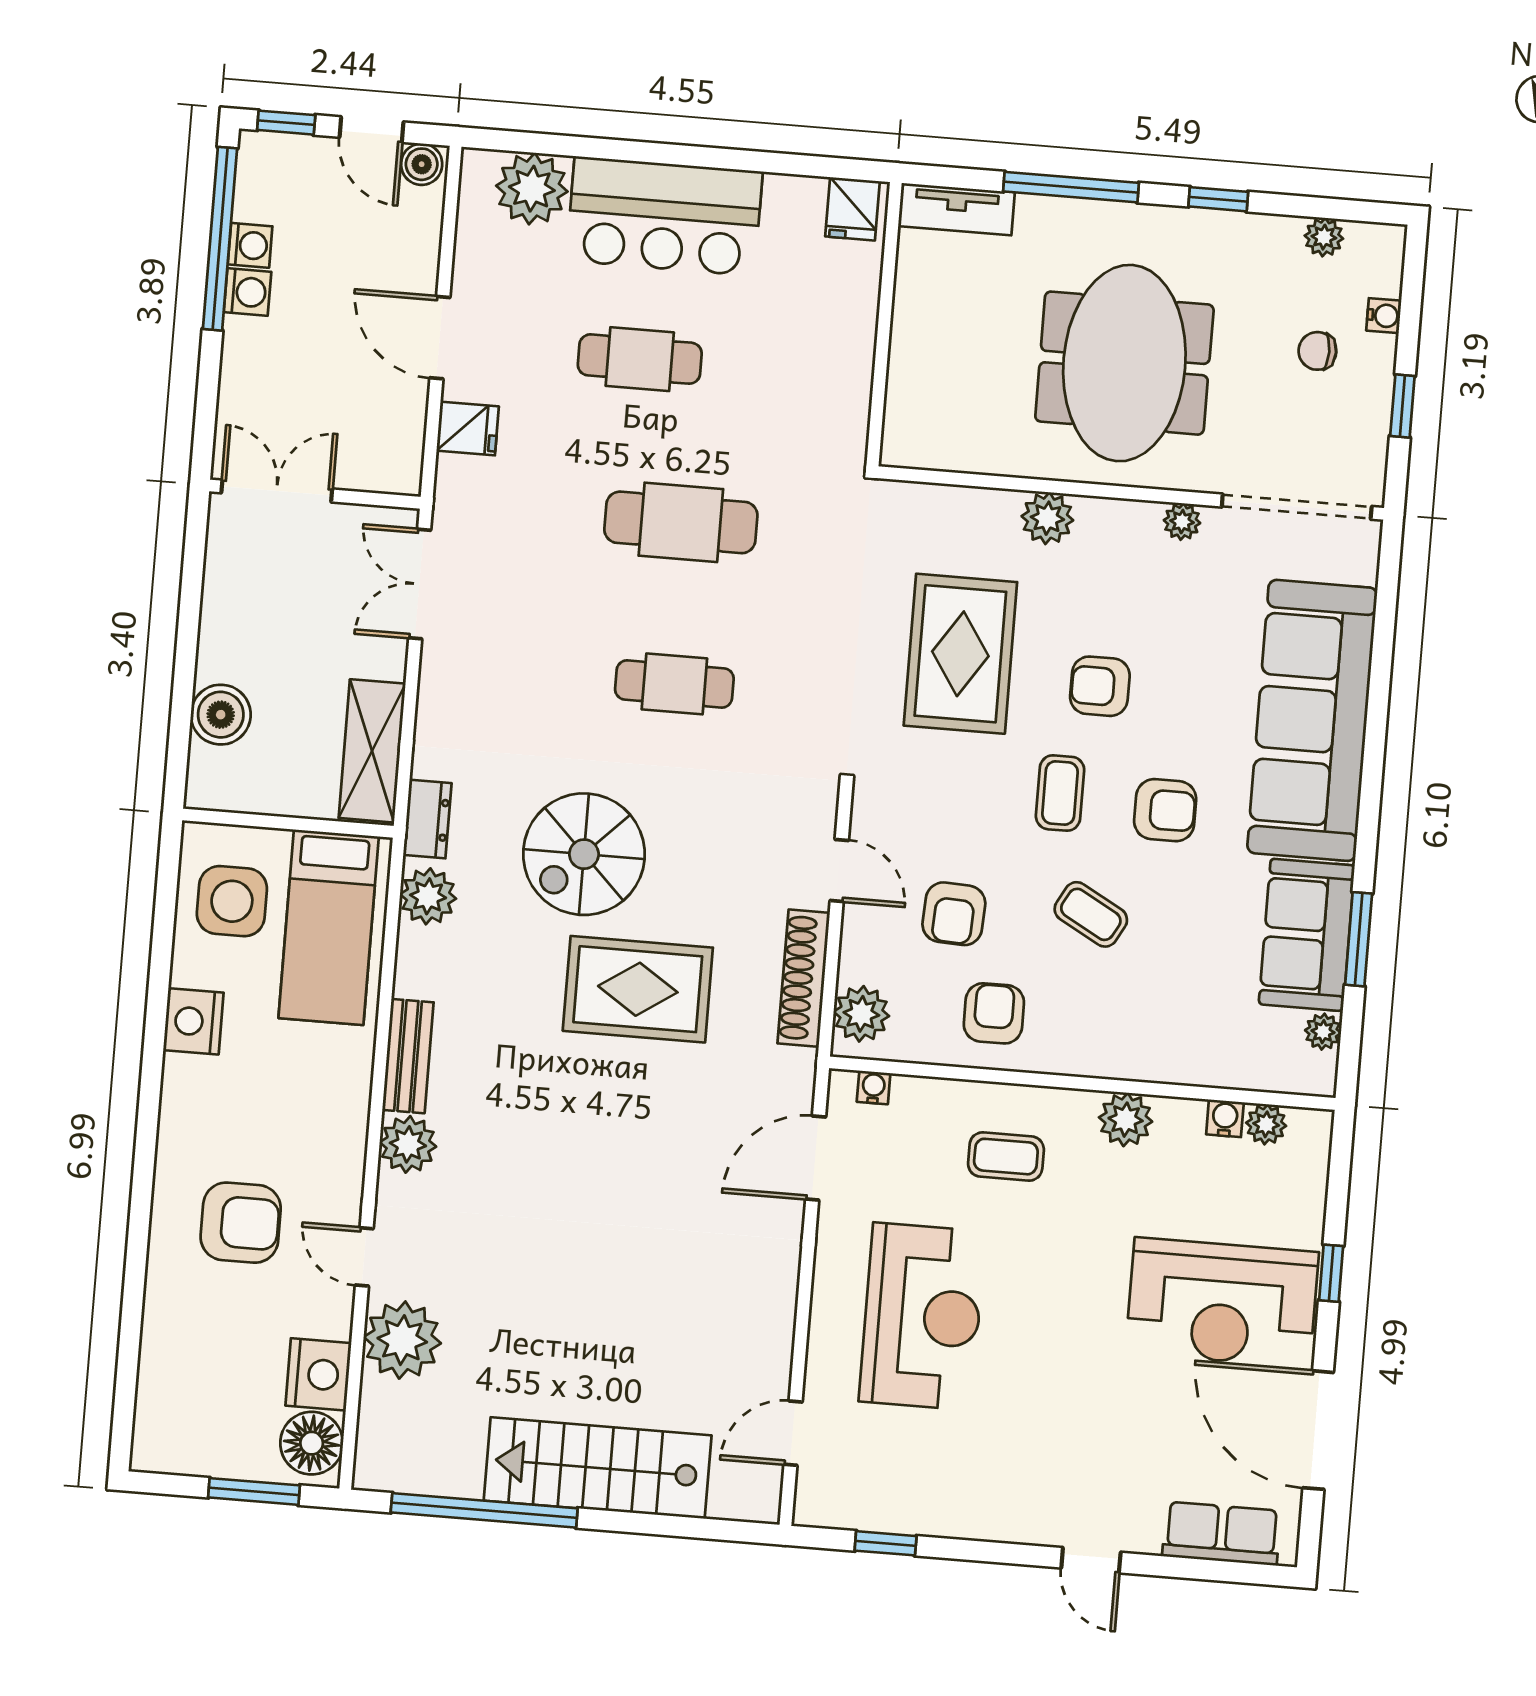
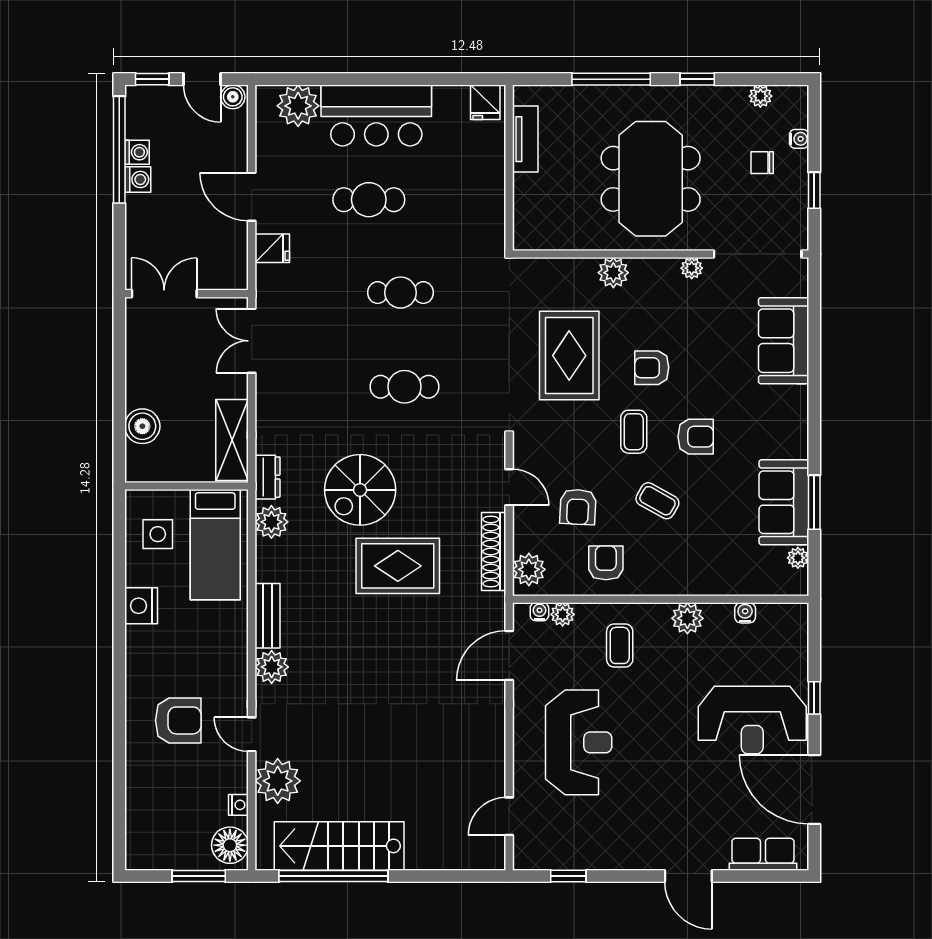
tv unit: (956, 209) -> (525, 139), moved, turned -90
cafe table: (681, 522) -> (401, 293), width x0.73, depth x0.74
sofa: (1312, 720) -> (784, 341), width x0.54, depth x0.79
side table: (232, 901) -> (158, 534), width x0.73, depth x0.73
plant: (1266, 1124) -> (563, 614), moved
coffee table: (1006, 1157) -> (620, 645), turned 90
nightstand: (318, 1374) -> (238, 805), width x0.53, depth x0.56
stairs: (598, 1468) -> (339, 846), moved
door: (1091, 1560) -> (688, 876), width x1.37

